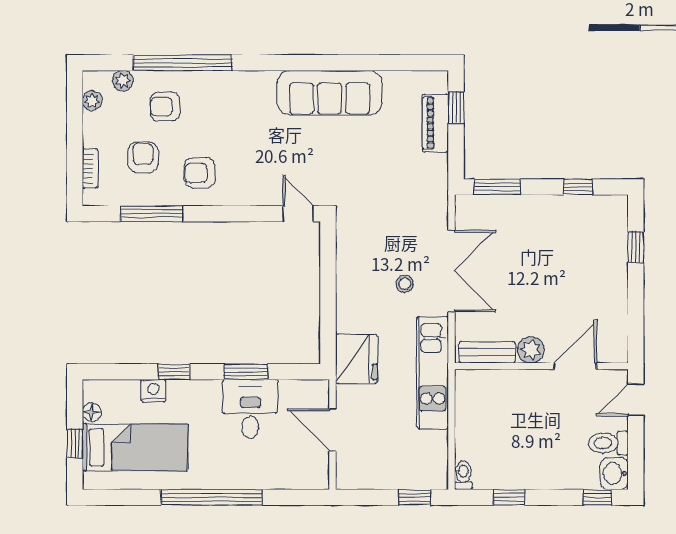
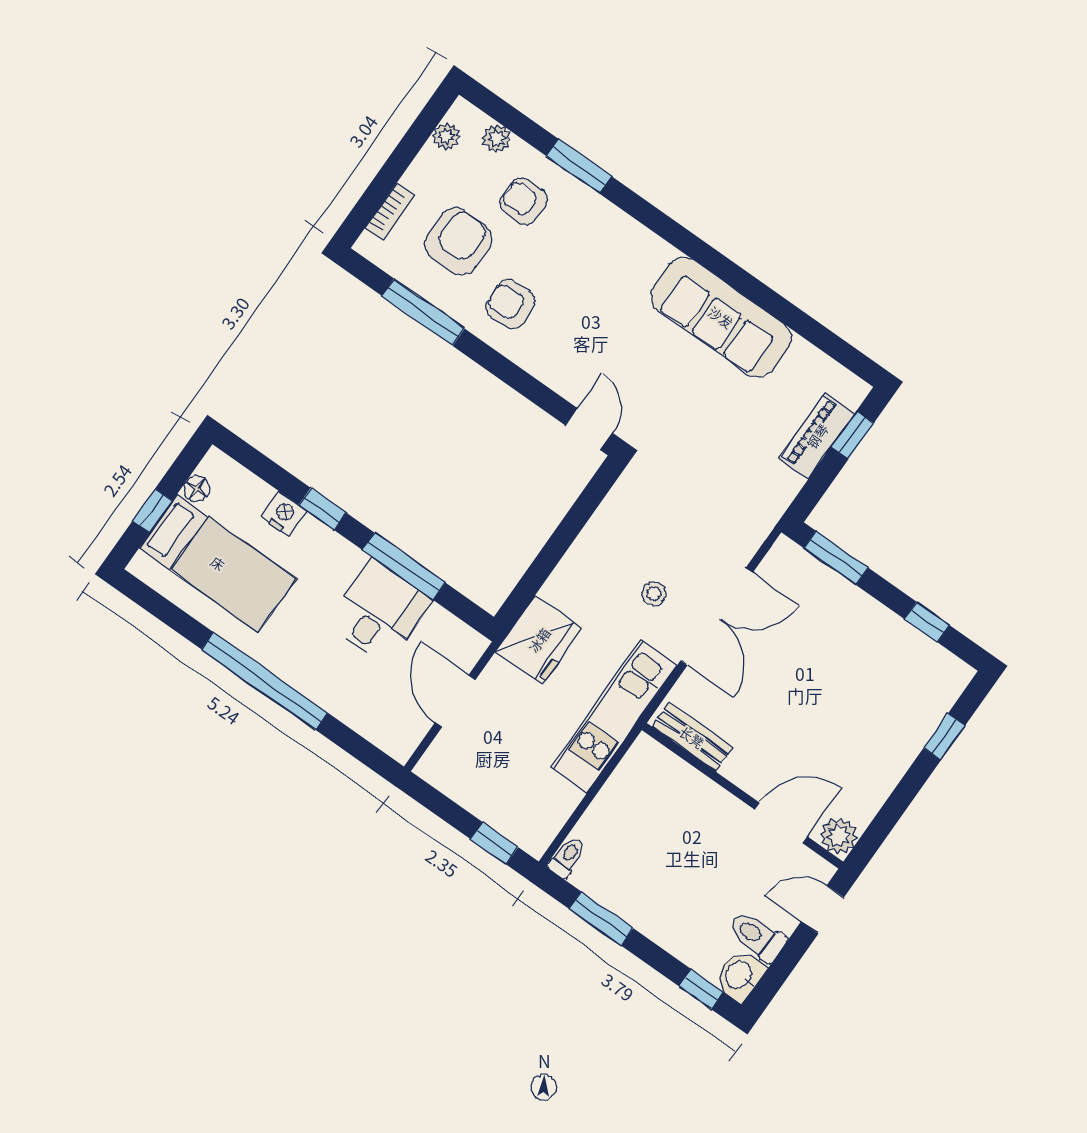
window: (183, 63) -> (579, 166), width x0.47
armchair: (143, 157) -> (458, 241), width x1.38, depth x1.38
plant: (531, 350) -> (839, 836), moved
window: (246, 372) -> (404, 566), width x1.44
window: (509, 497) -> (601, 918), width x1.50

